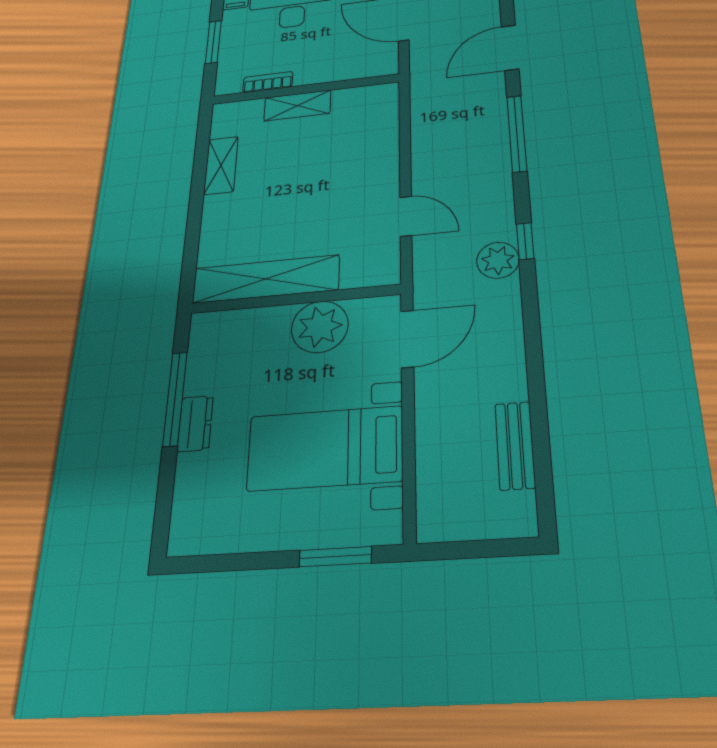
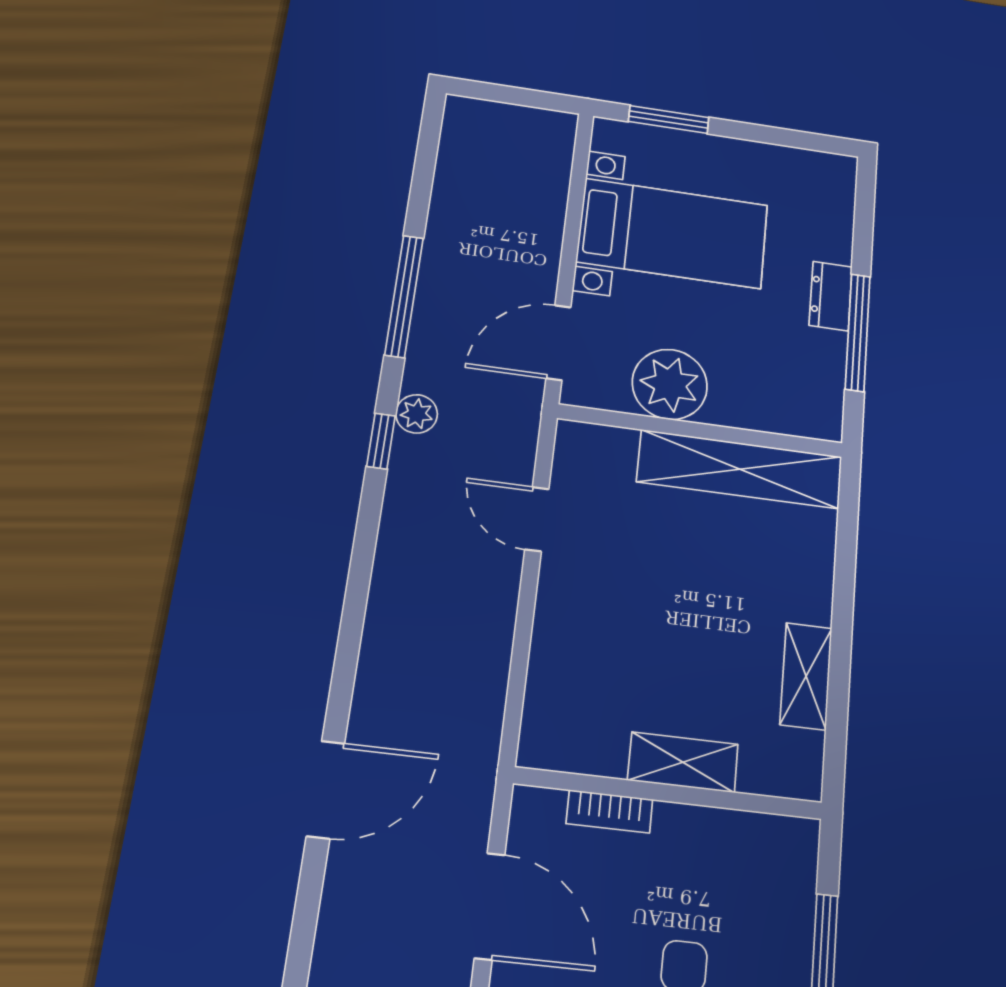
bookcase: (268, 82) -> (609, 811), moved
window: (517, 133) -> (404, 296), moved
plant: (498, 260) -> (417, 414), width x0.73, depth x0.73
bench: (515, 445) -> (451, 189), removed

